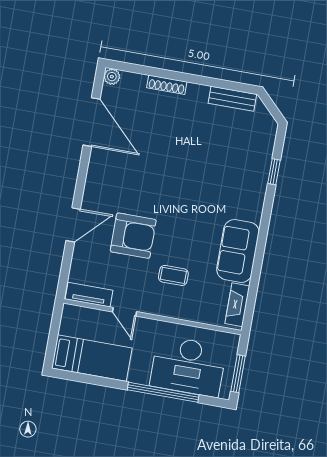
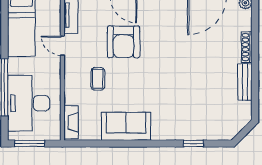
bench: (232, 99) -> (245, 82), moved
fireplace: (237, 305) -> (71, 122), moved, turned 90
door: (124, 312) -> (62, 46), hinge flipped

